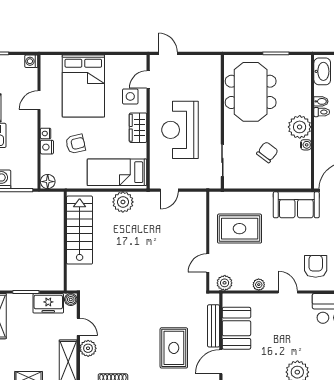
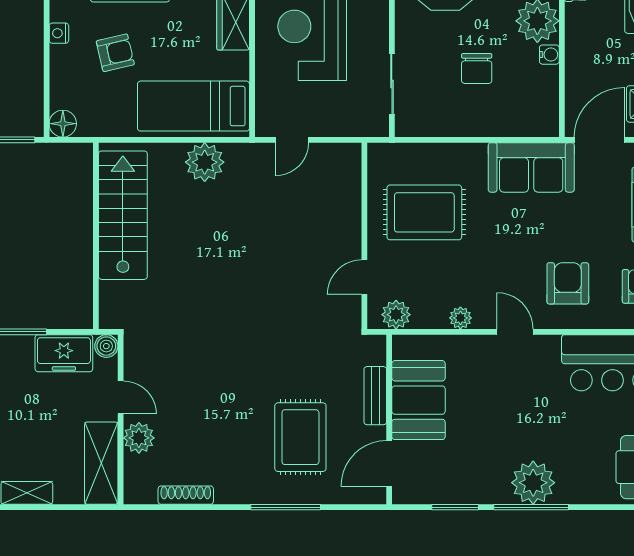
nightstand: (47, 147) -> (61, 59), removed
chair: (267, 152) -> (477, 68), turned 143
bench: (214, 326) -> (375, 396), width x0.73

